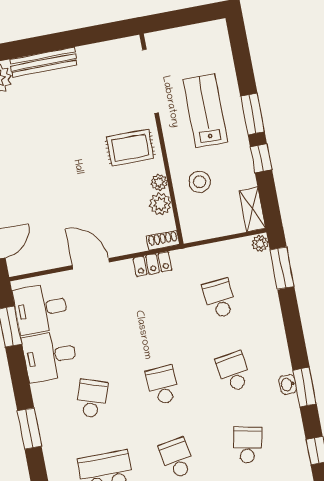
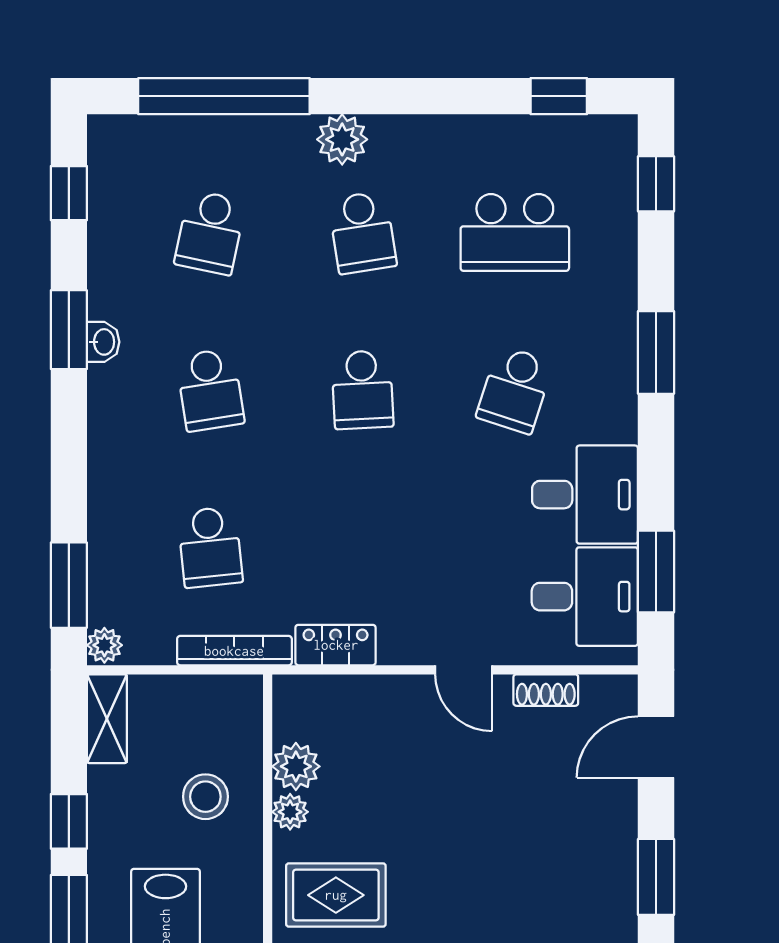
shoe rack: (163, 240) -> (546, 690), moved
bookcase: (199, 252) -> (234, 651), added
door: (91, 264) -> (464, 670), width x0.73

